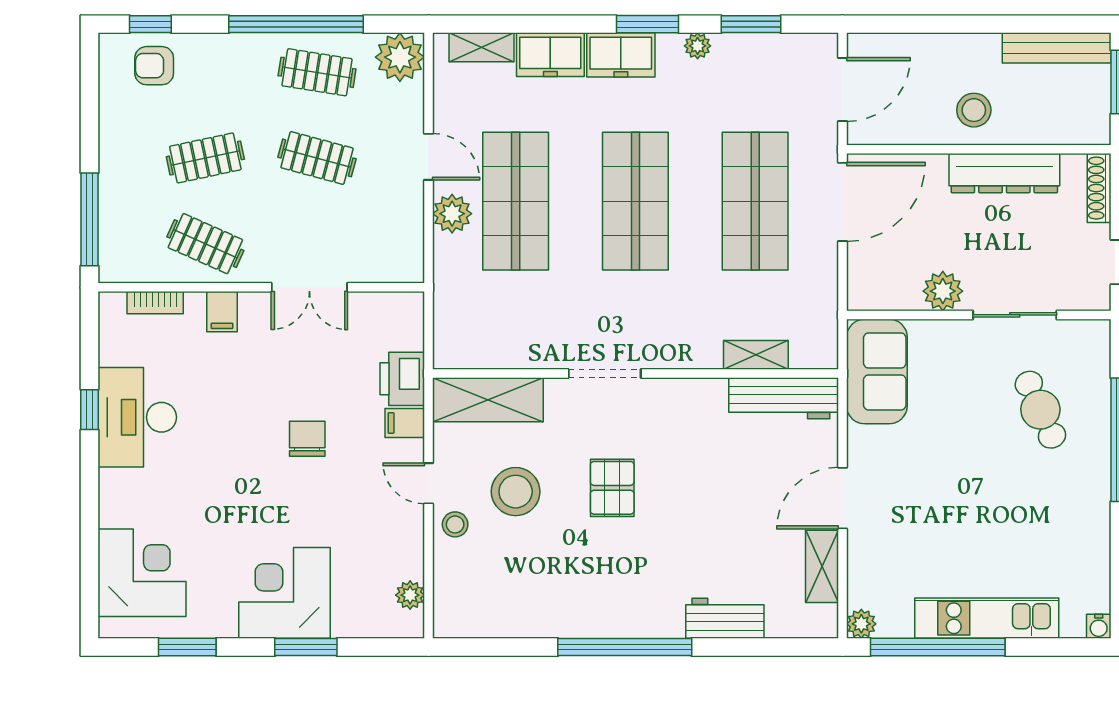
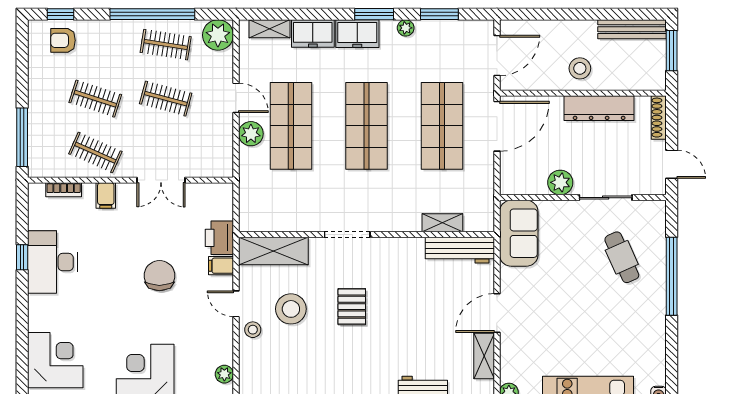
clothes rail: (205, 158) -> (95, 99), turned 30
chair: (307, 439) -> (159, 276), width x1.37, depth x1.37

